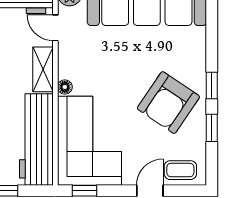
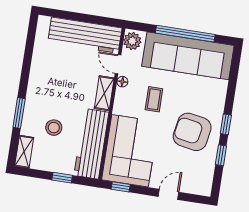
floor lamp: (65, 87) -> (122, 82), moved
armchair: (168, 103) -> (192, 132), turned 66
coffee table: (180, 170) -> (154, 99), moved, turned 90

